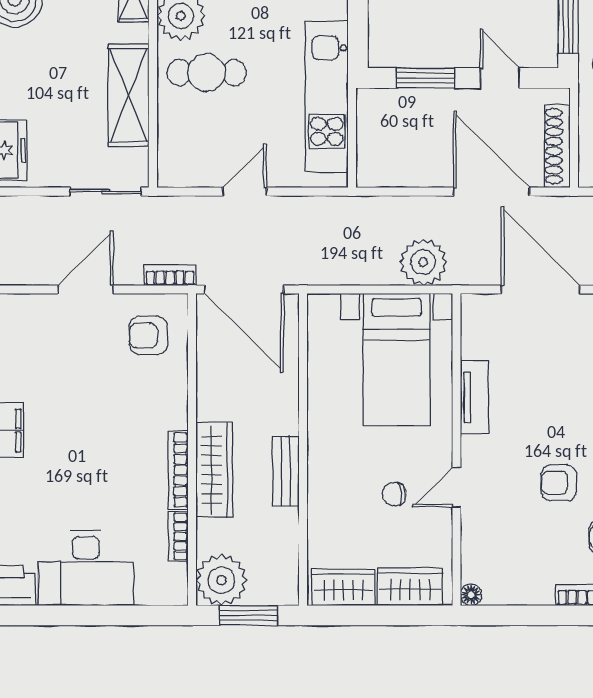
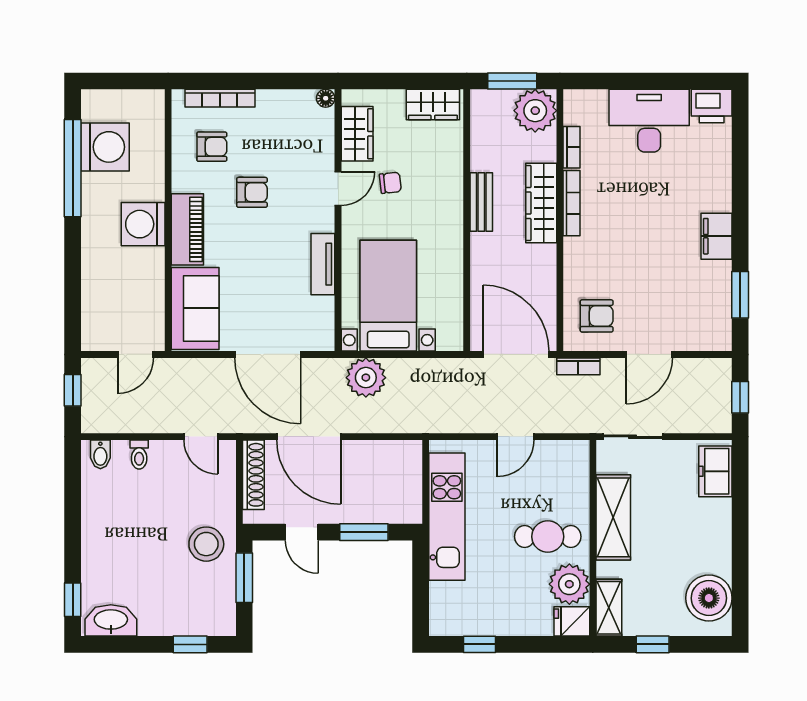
wardrobe: (410, 587) -> (357, 134), moved, turned -90

